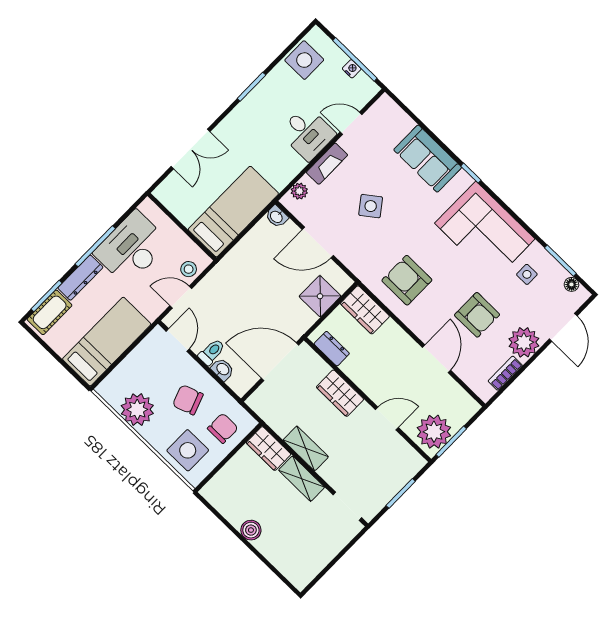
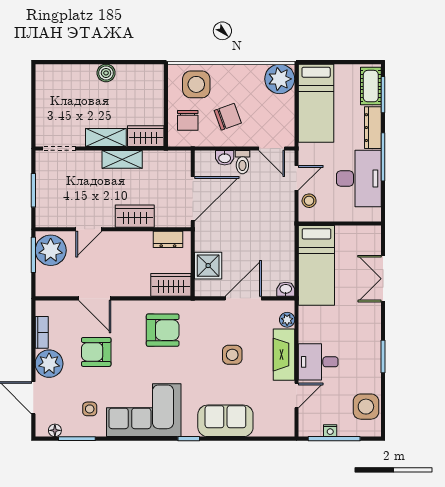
fireplace: (327, 164) -> (284, 355), width x1.37, depth x1.32
side table: (371, 206) -> (232, 355), turned 37
plant: (137, 410) -> (280, 79), moved

